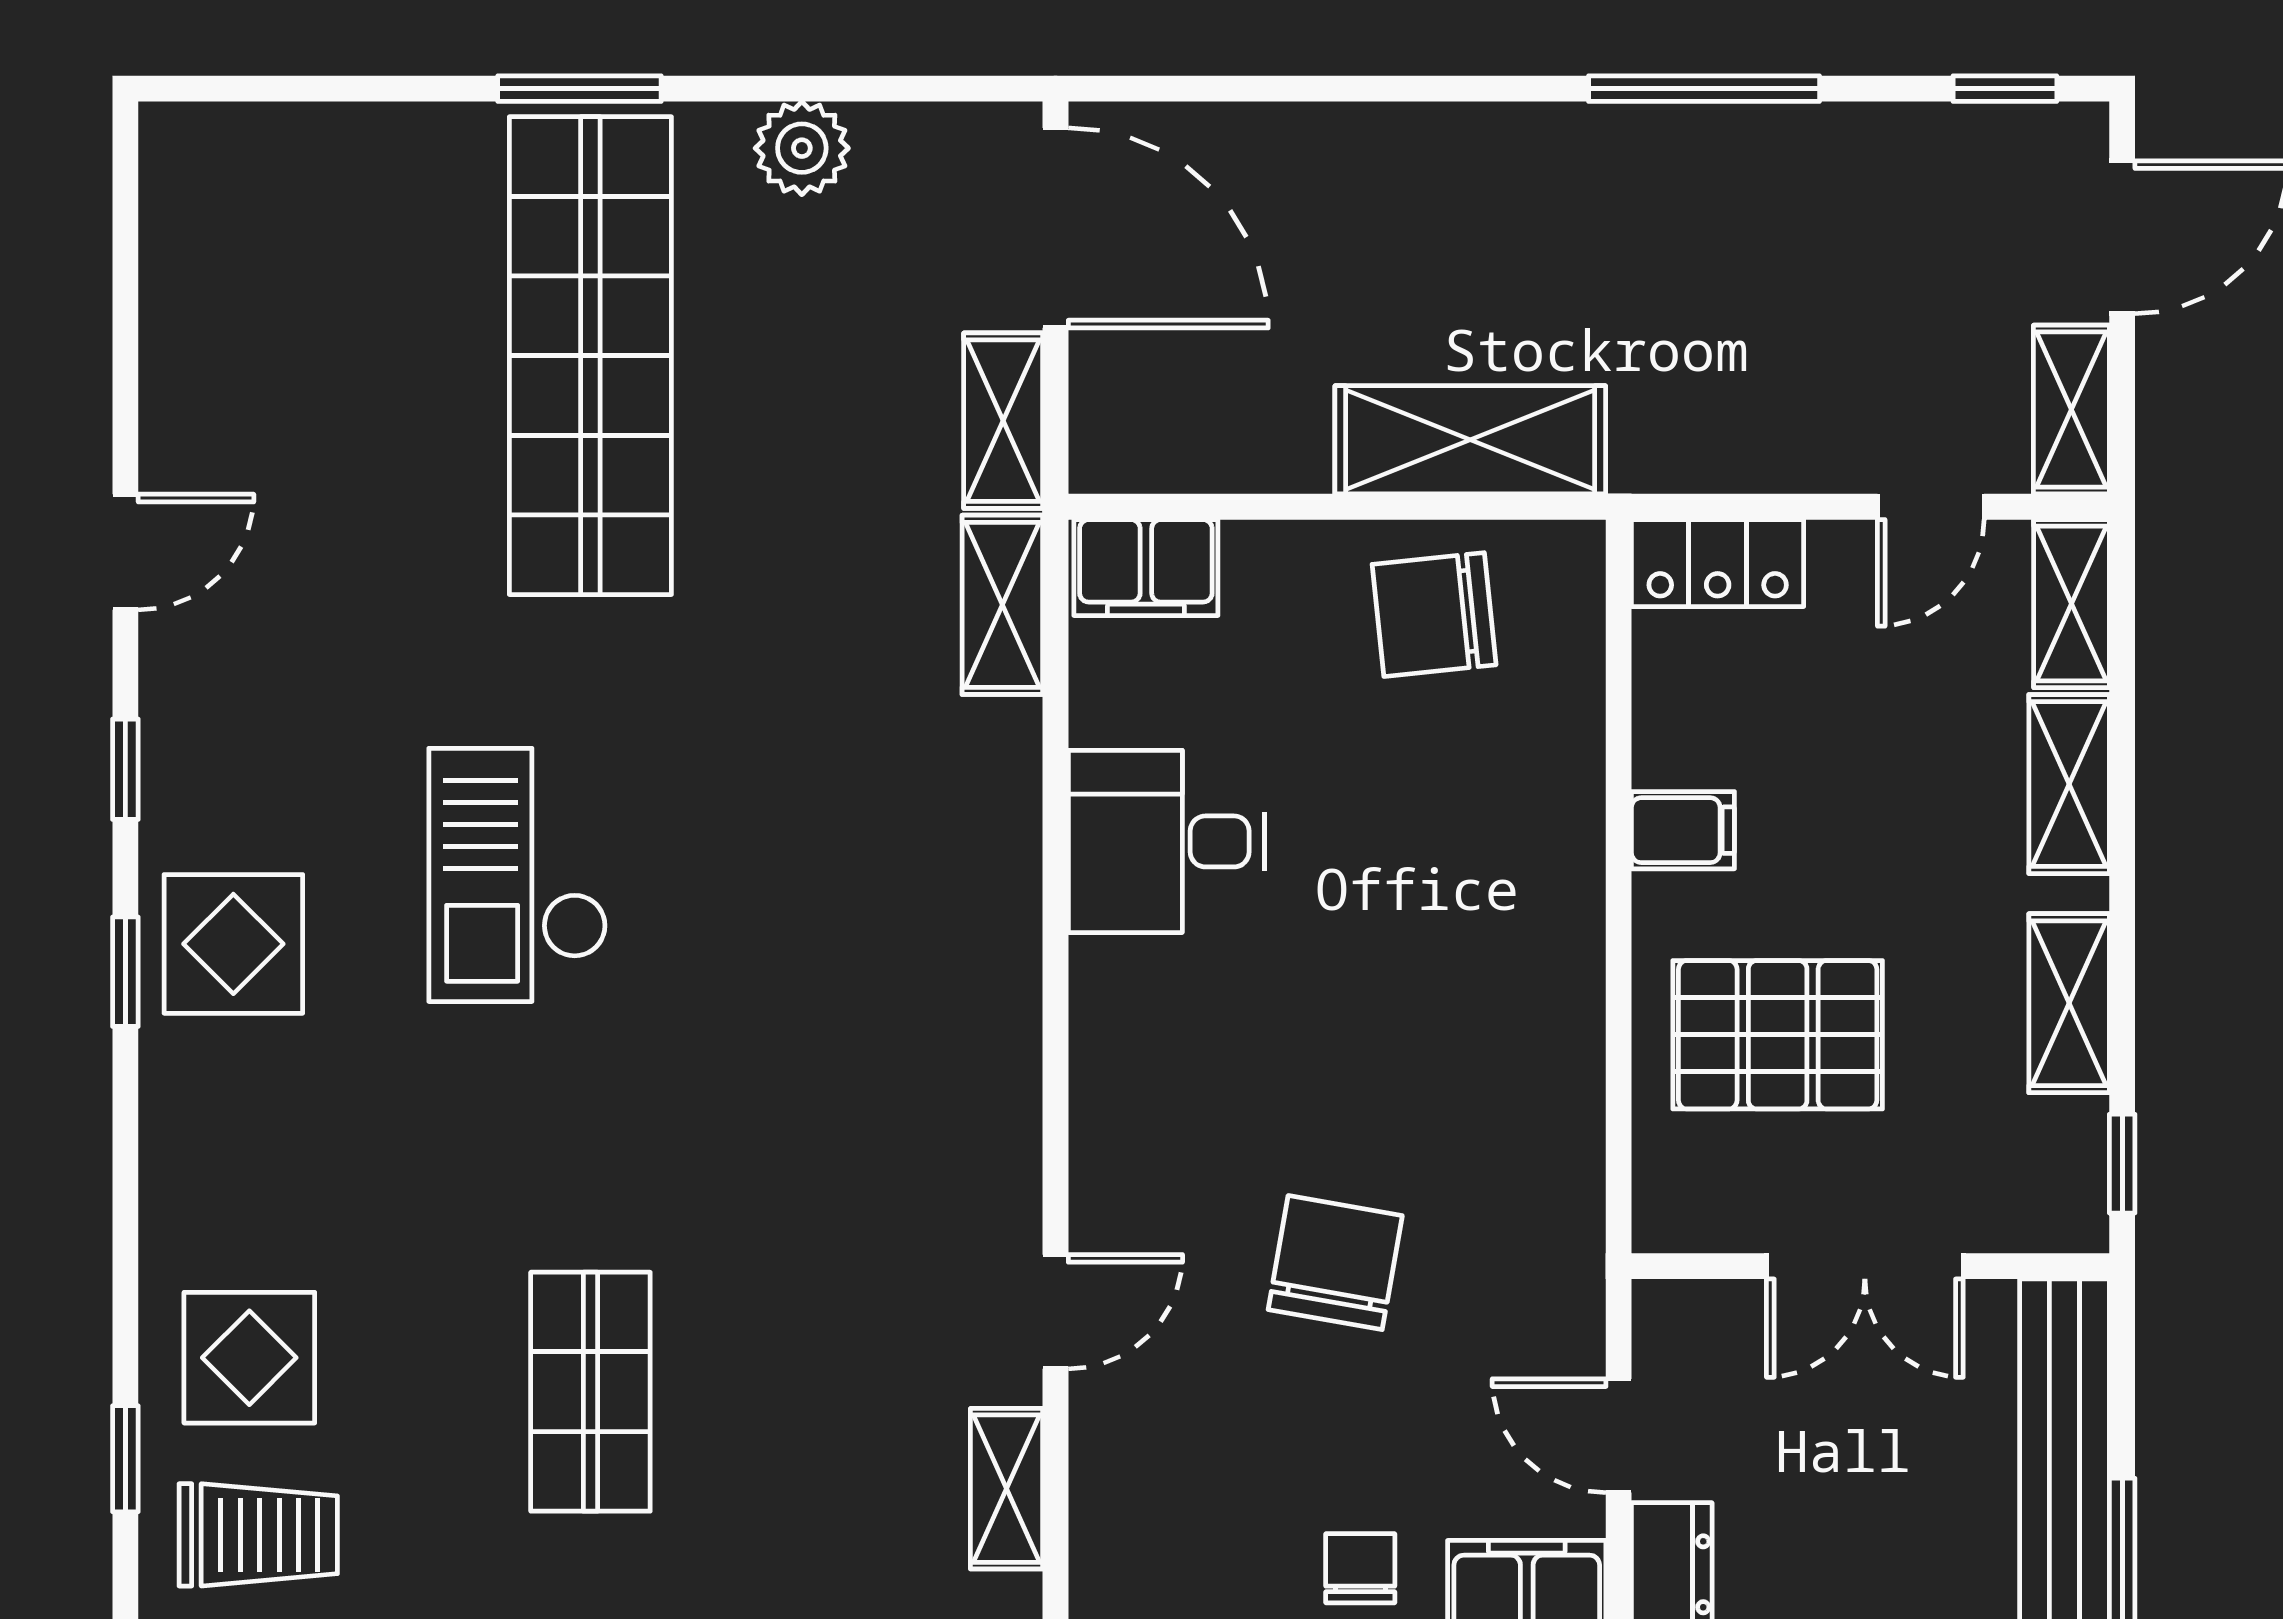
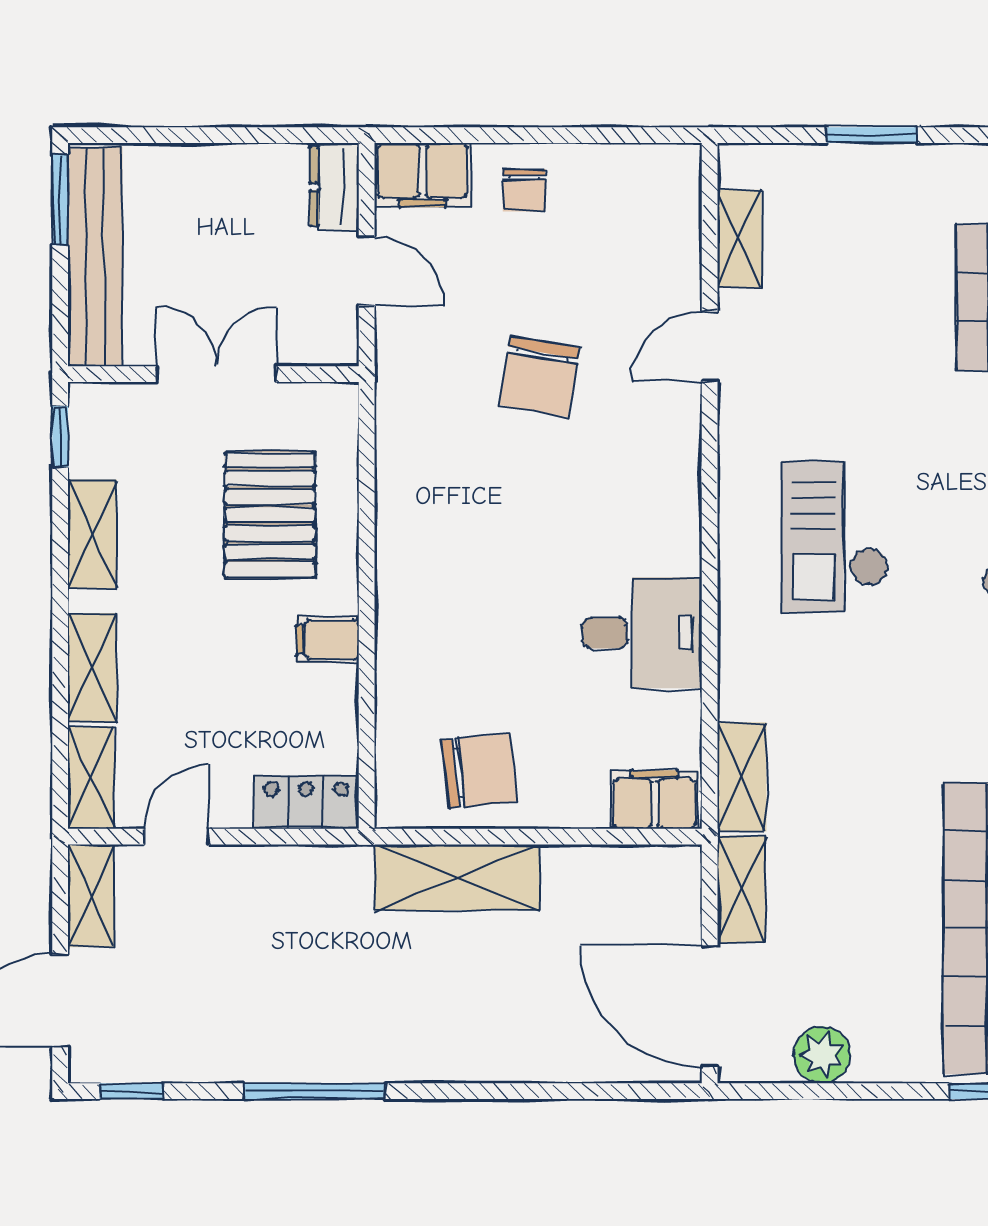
plant: (802, 148) -> (822, 1055), moved
checkout: (849, 1000) -> (835, 536), added
pallet: (1778, 1035) -> (270, 515), turned 90

